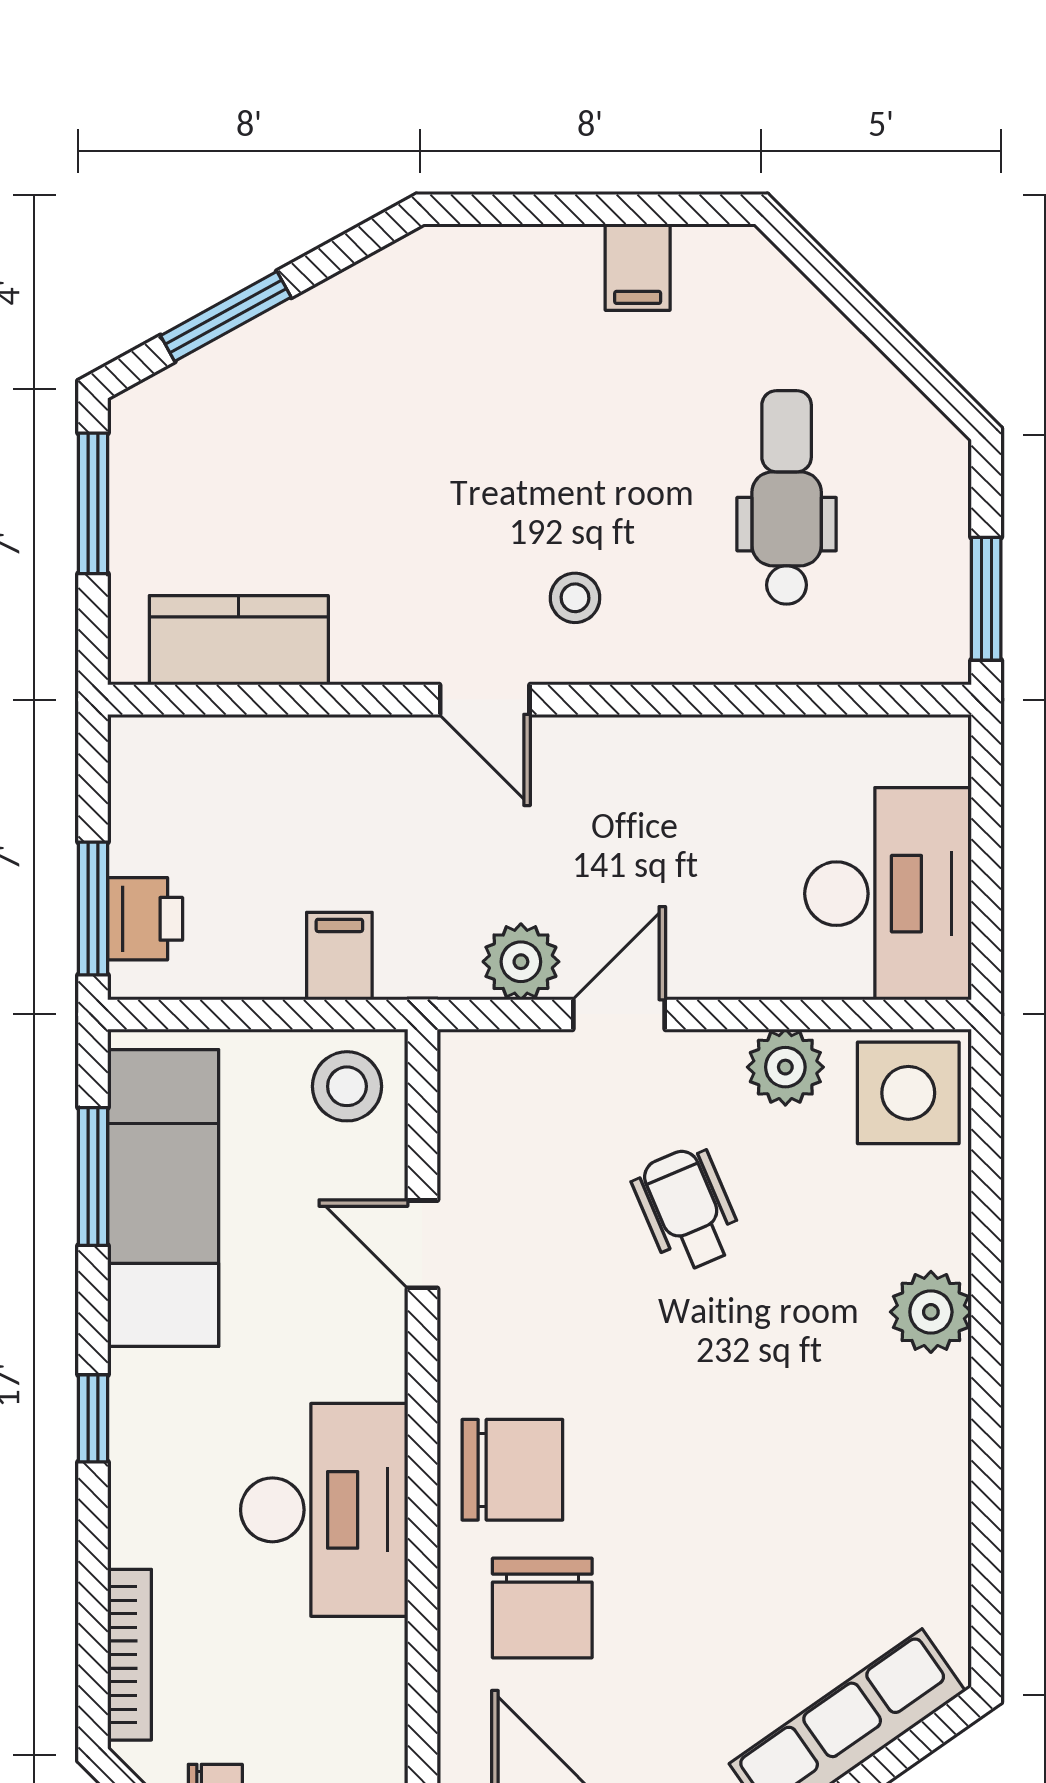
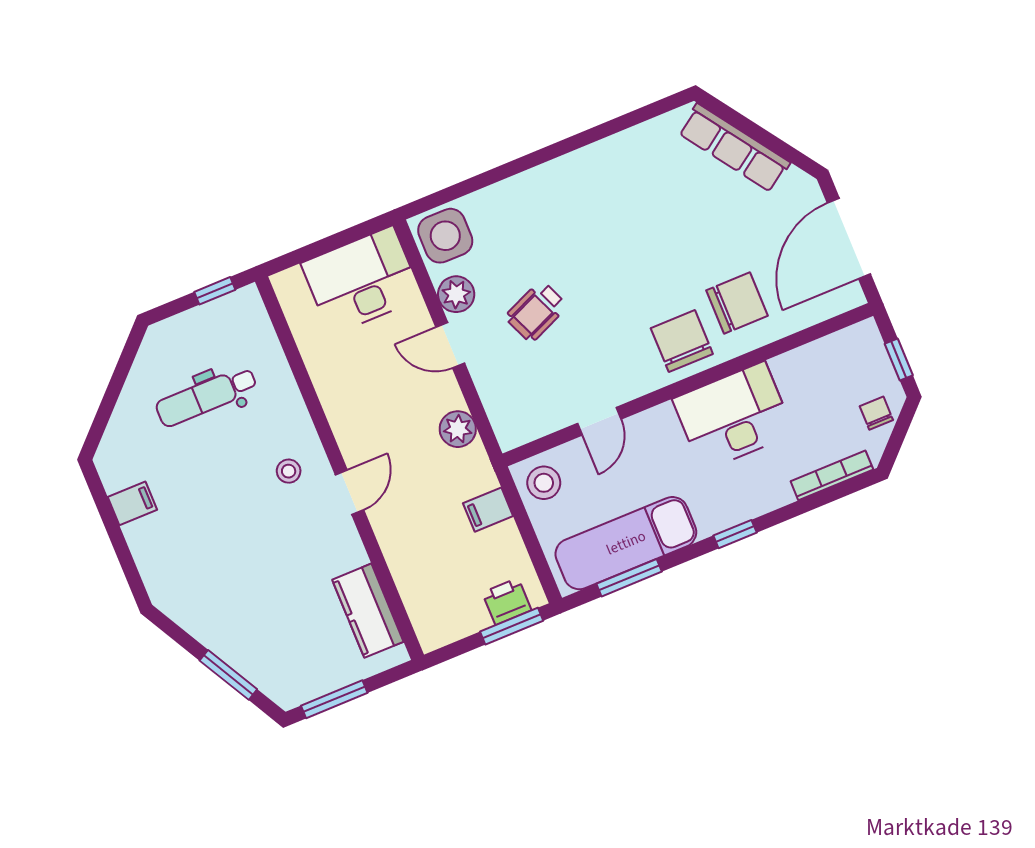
window: (986, 599) -> (215, 291), width x0.67
door: (619, 1014) -> (450, 345), moved
plant: (931, 1312) -> (537, 186), removed

